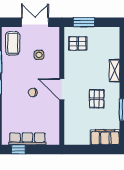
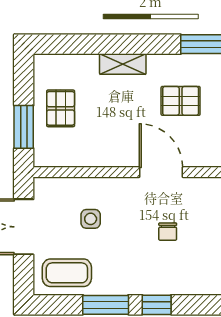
pallet: (78, 43) -> (61, 108), moved
door: (62, 89) -> (161, 172), swing flipped

